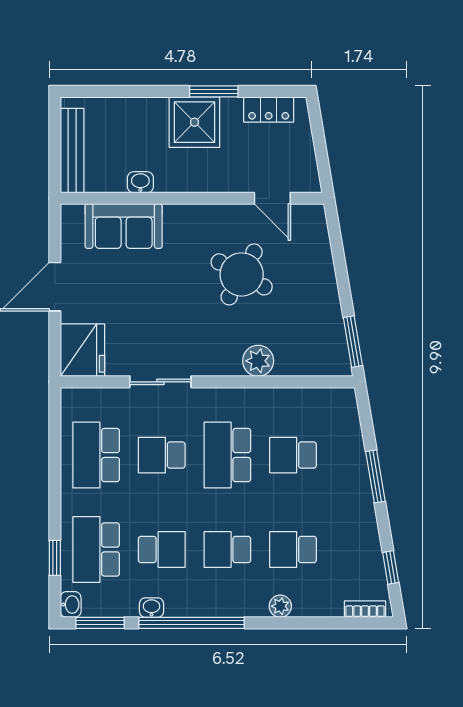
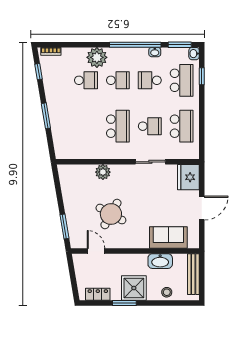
stool: (127, 114) -> (167, 292), added
washbasin: (140, 182) -> (160, 261), width x1.91, depth x1.45
window: (353, 342) -> (64, 226), moved
school desk: (293, 455) -> (86, 126), removed
plant: (280, 606) -> (97, 57), width x1.88, depth x1.88

